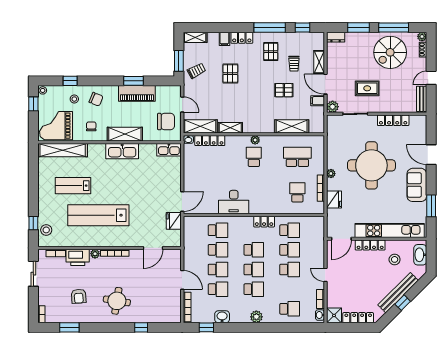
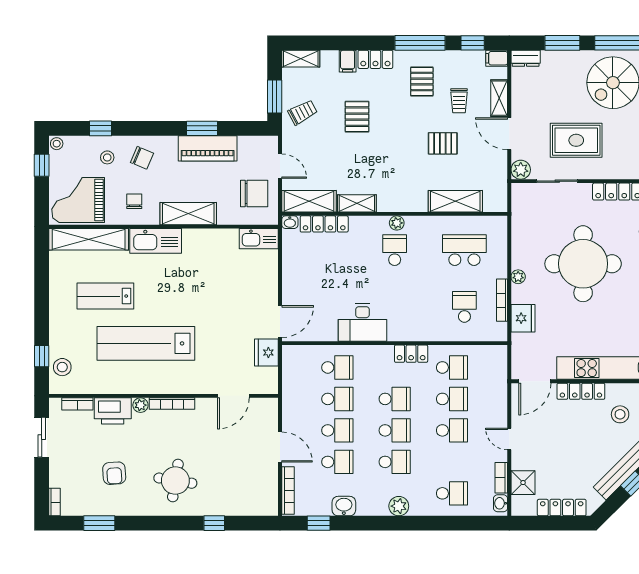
rug: (367, 88) -> (576, 140), width x1.36, depth x1.43
filing cabinet: (318, 101) -> (497, 58), moved
kitchen sink: (122, 151) -> (156, 241), moved
shower: (334, 315) -> (523, 483), moved

